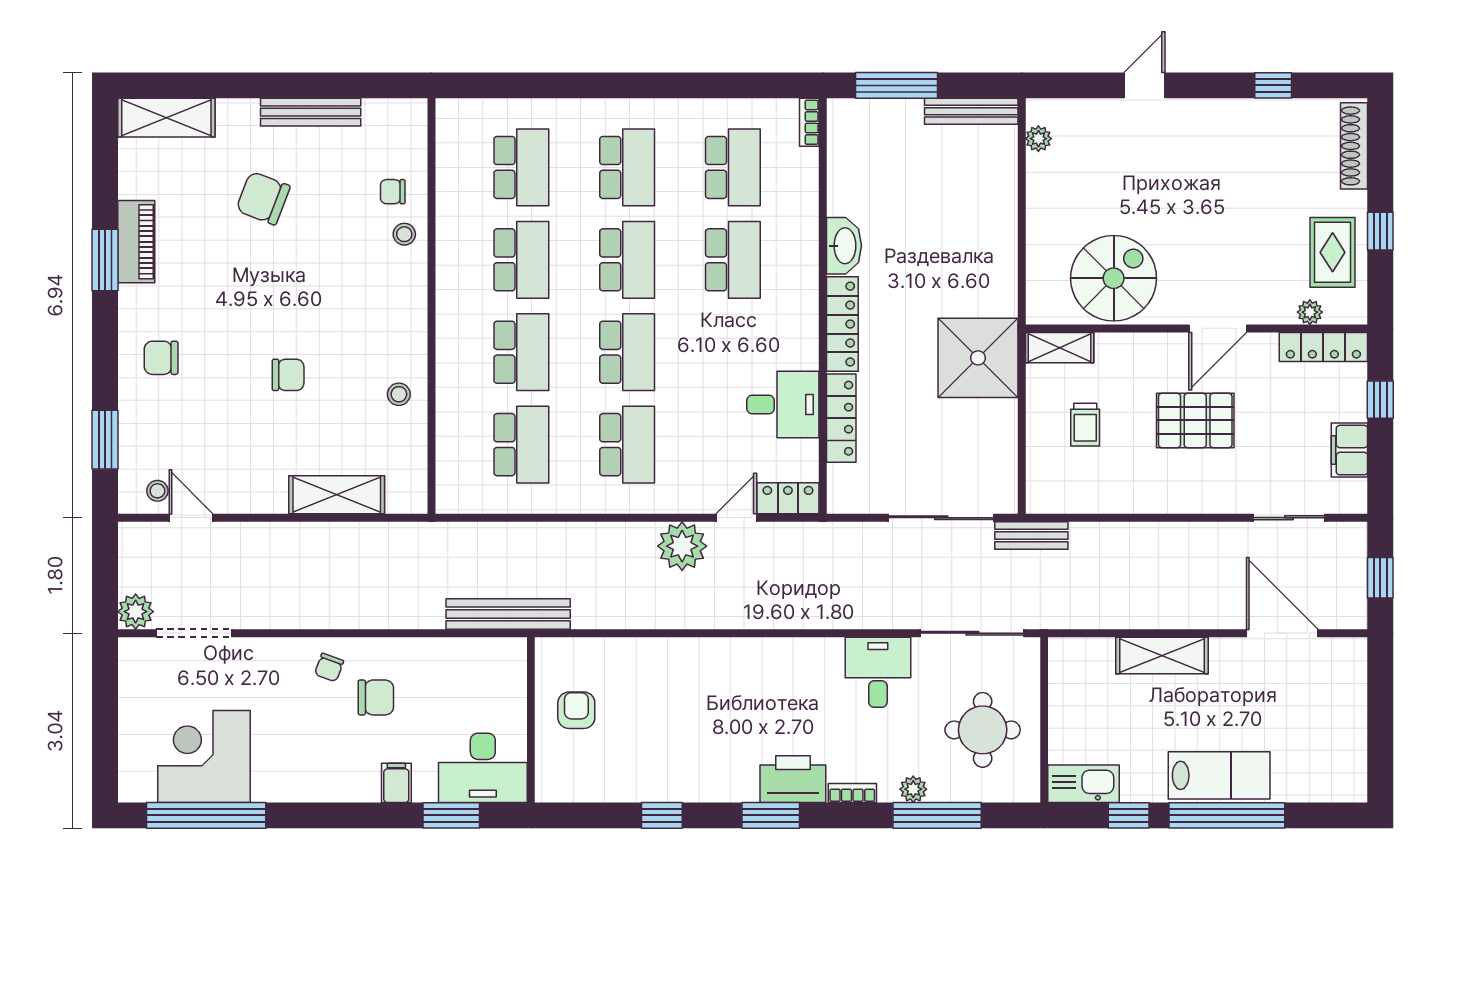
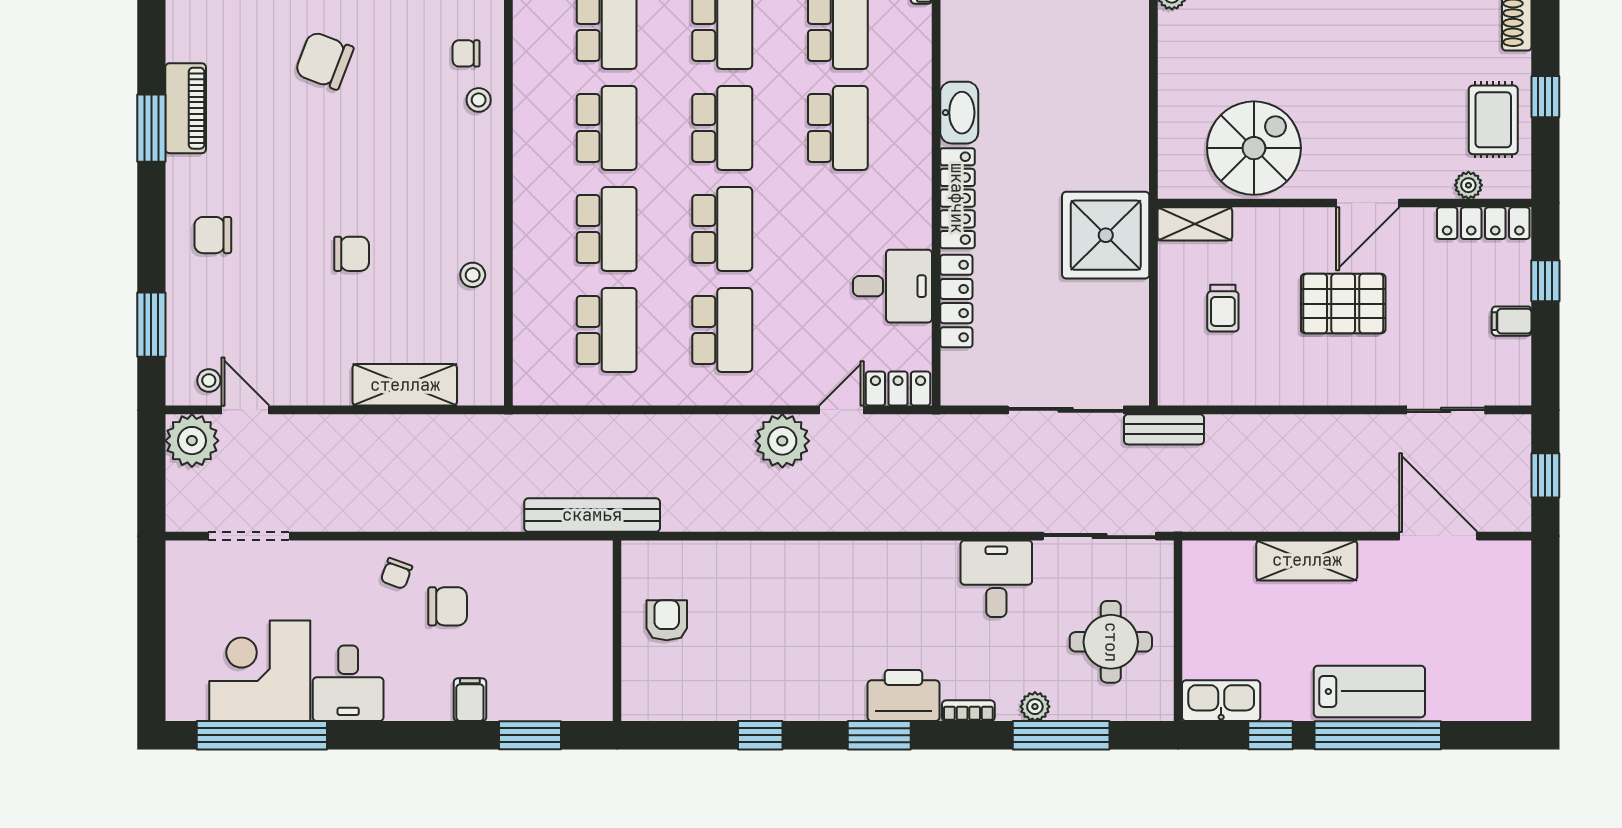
filing cabinet: (1349, 450) -> (1512, 321), width x0.50
plant: (136, 612) -> (192, 441), moved, width x1.36, depth x1.36
desk: (483, 768) -> (348, 683), moved, width x0.73

